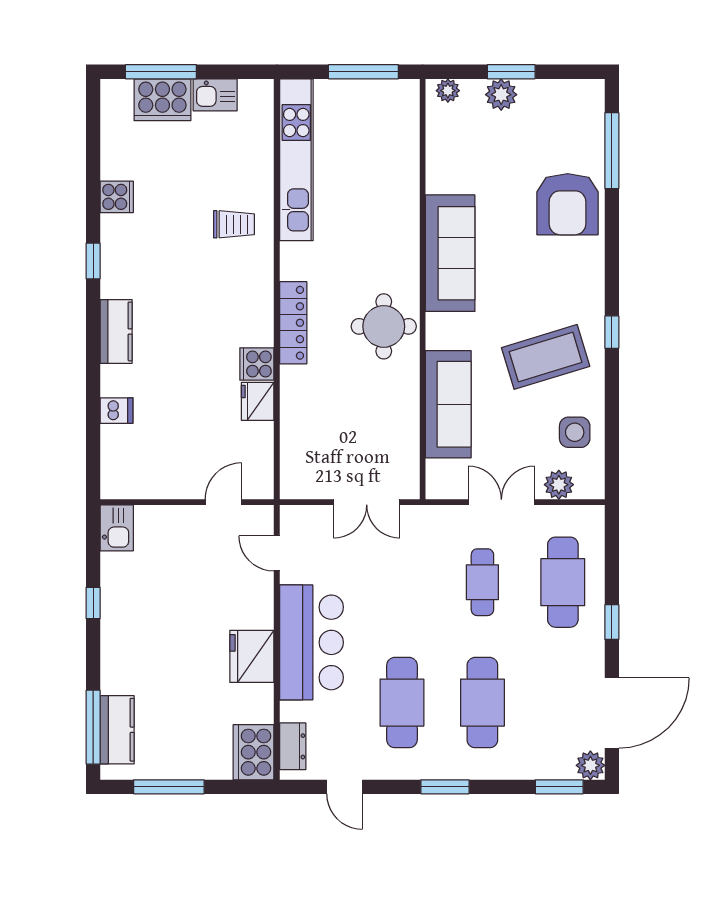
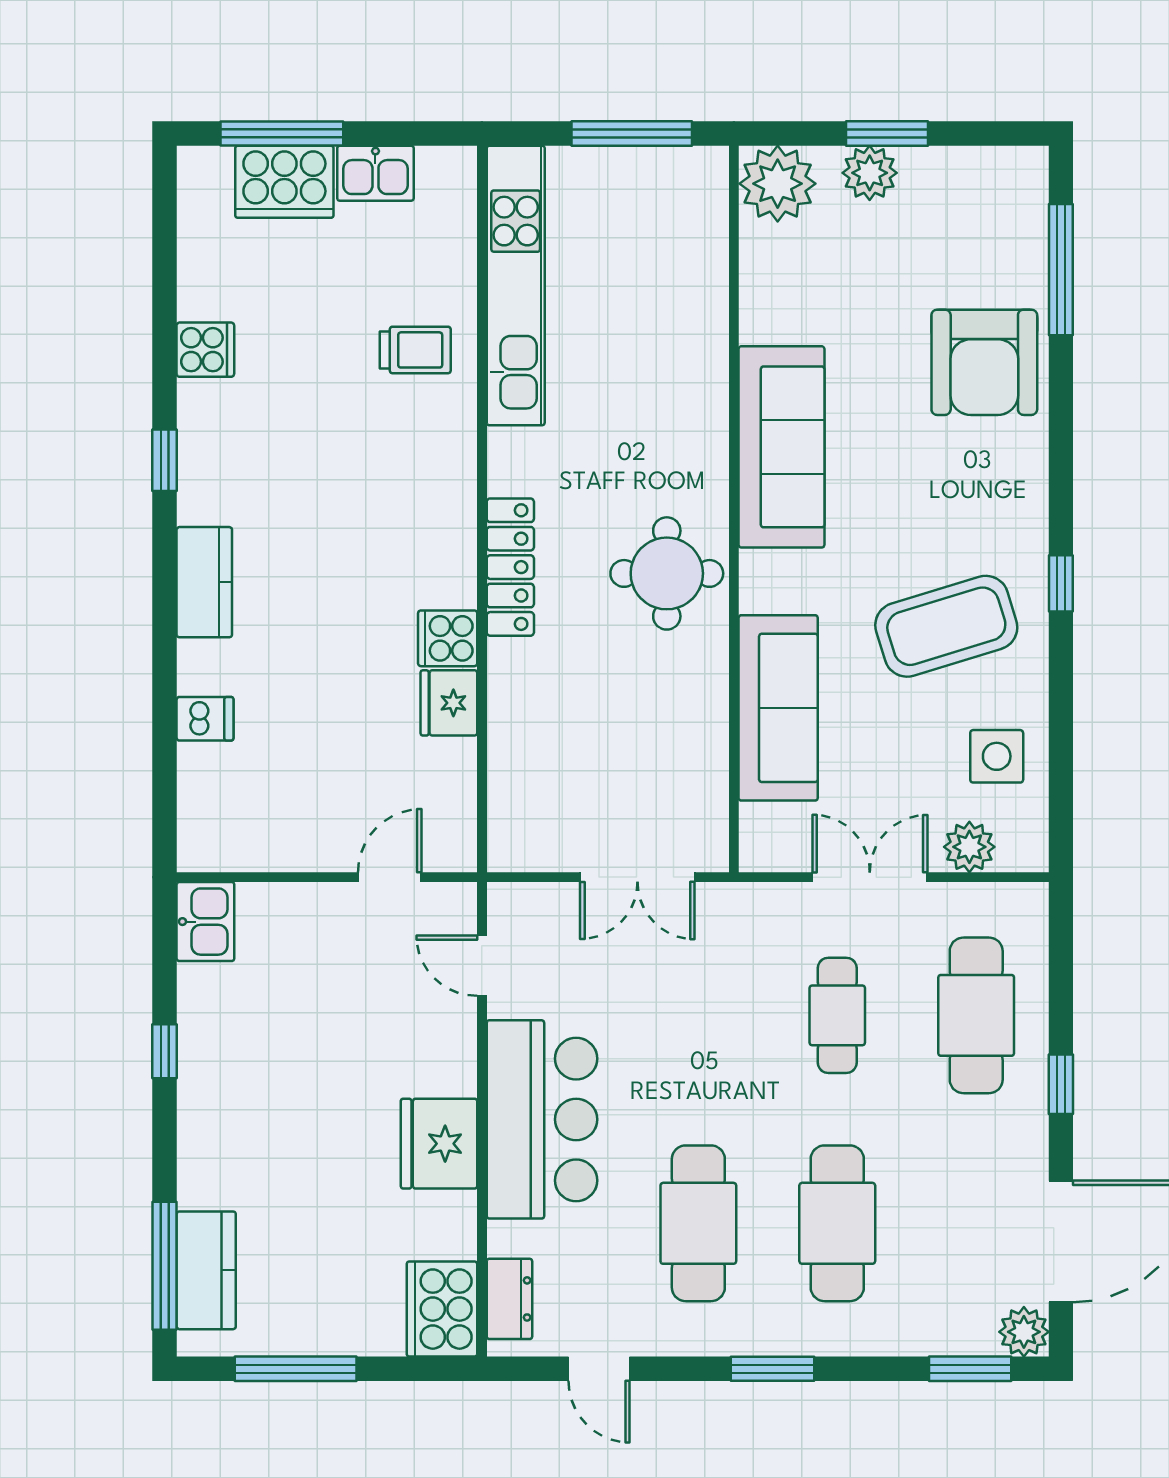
plant: (448, 91) -> (778, 184), width x1.88, depth x1.88
trolley: (234, 224) -> (415, 350), moved

